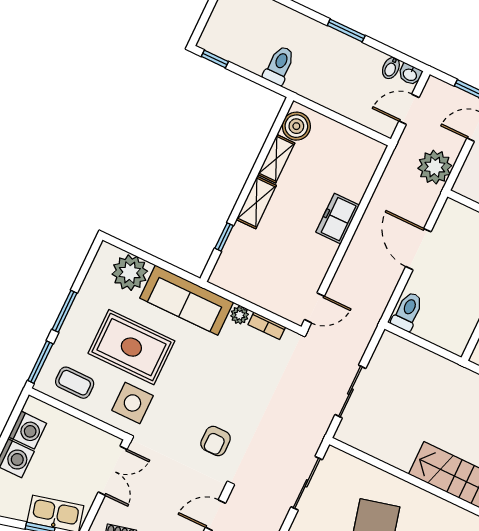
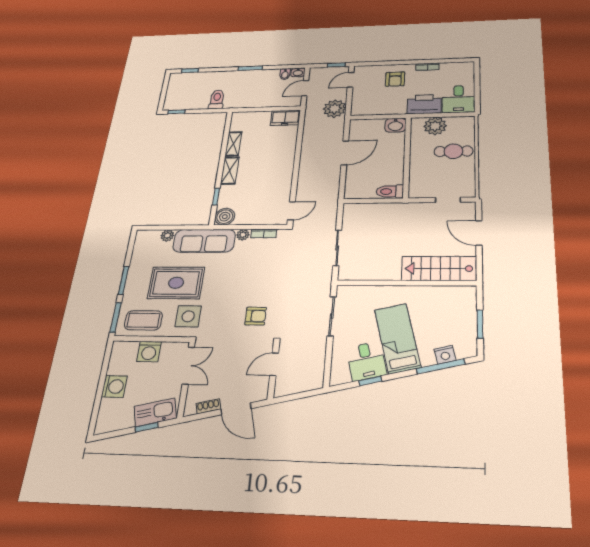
boiler: (296, 126) -> (225, 217), moved
freezer: (338, 219) -> (285, 118), moved, turned -90
door: (418, 249) -> (345, 153), swing flipped
plant: (130, 273) -> (167, 236), width x0.53, depth x0.53
toilet: (408, 311) -> (390, 191), moved, turned -90
coffee table: (75, 383) -> (143, 320), width x1.36, depth x1.30
washing machine: (28, 430) -> (149, 351), moved, turned 90
armchair: (216, 441) -> (256, 316), turned -90

